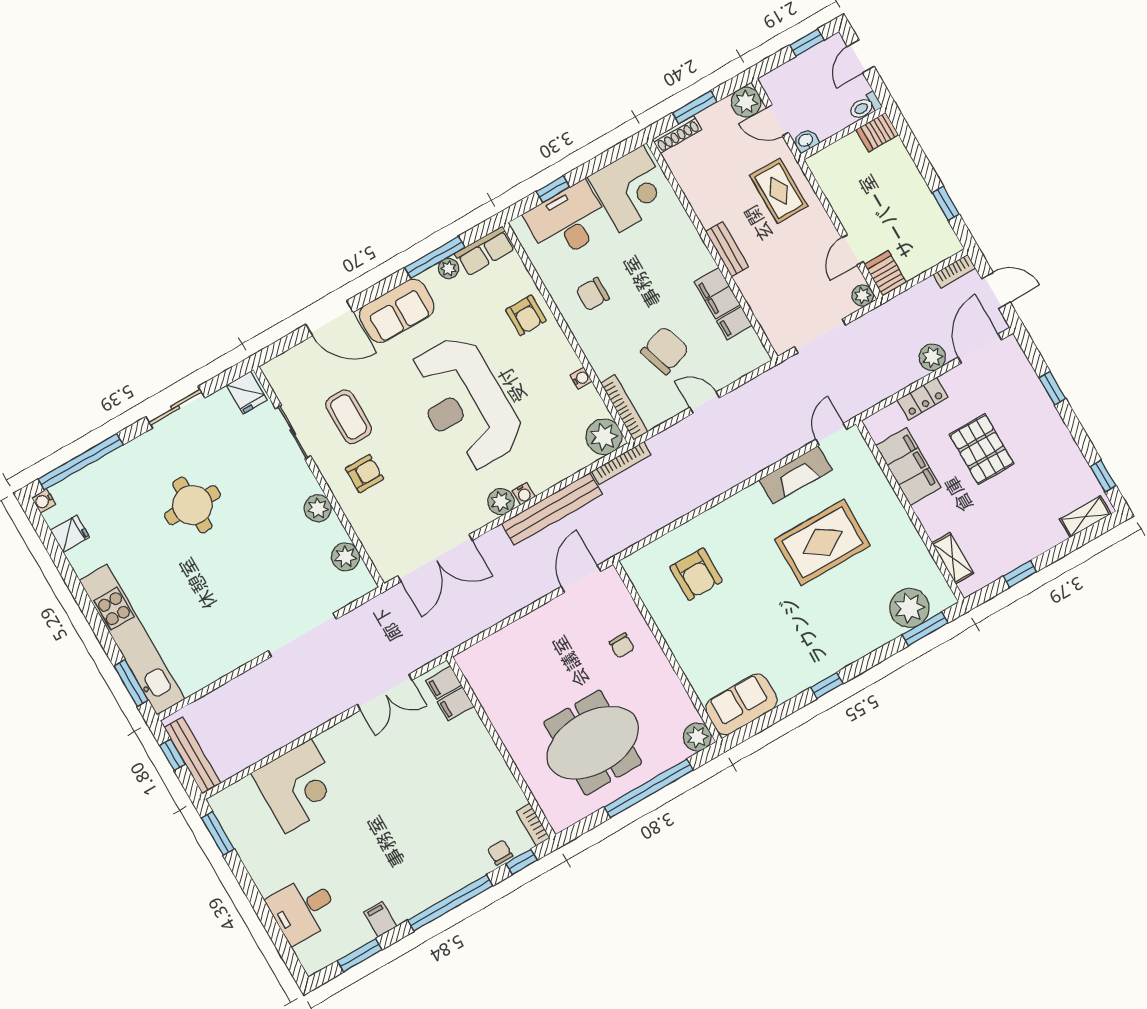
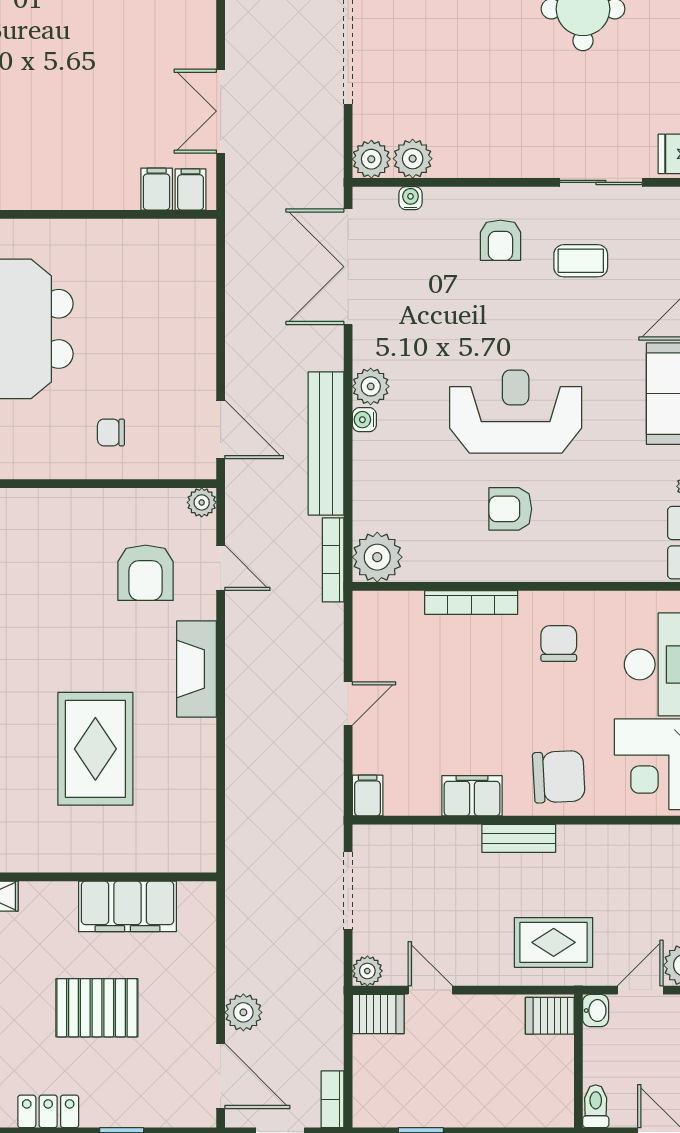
server rack: (877, 132) -> (550, 1016), moved, turned -90
armchair: (526, 315) -> (510, 509), moved
filing cabinet: (734, 323) -> (368, 796), moved
chair: (665, 350) -> (559, 777), moved, turned -75
water cooler: (581, 378) -> (410, 198), moved, turned 180
locker: (923, 399) -> (48, 1111), moved, turned 90
reception desk: (465, 403) -> (516, 412), width x0.74, depth x0.77
bookcase: (624, 407) -> (471, 602), moved
coffee table: (349, 417) -> (581, 261), width x0.73, depth x0.77
door: (831, 434) -> (221, 568), moved
fireplace: (796, 475) -> (196, 669), moved
plant: (318, 508) -> (371, 159), moved
plant: (633, 565) -> (202, 502), added
armchair: (696, 574) -> (146, 573), turned -90

